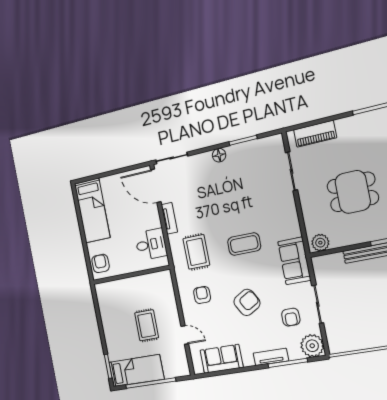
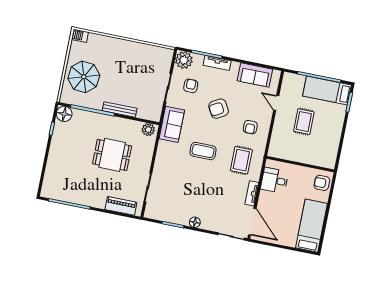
armchair: (101, 263) -> (322, 183), turned 90

